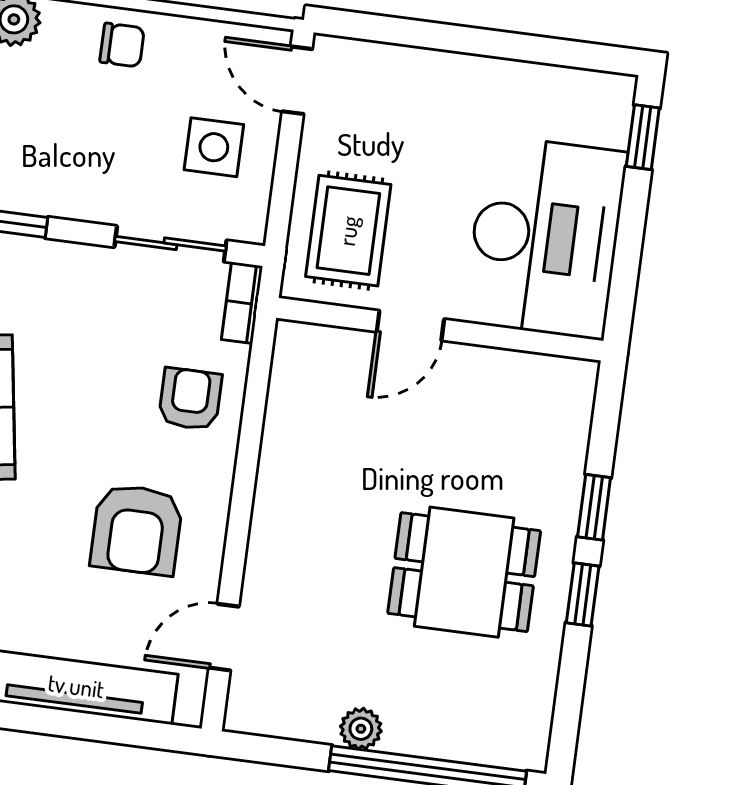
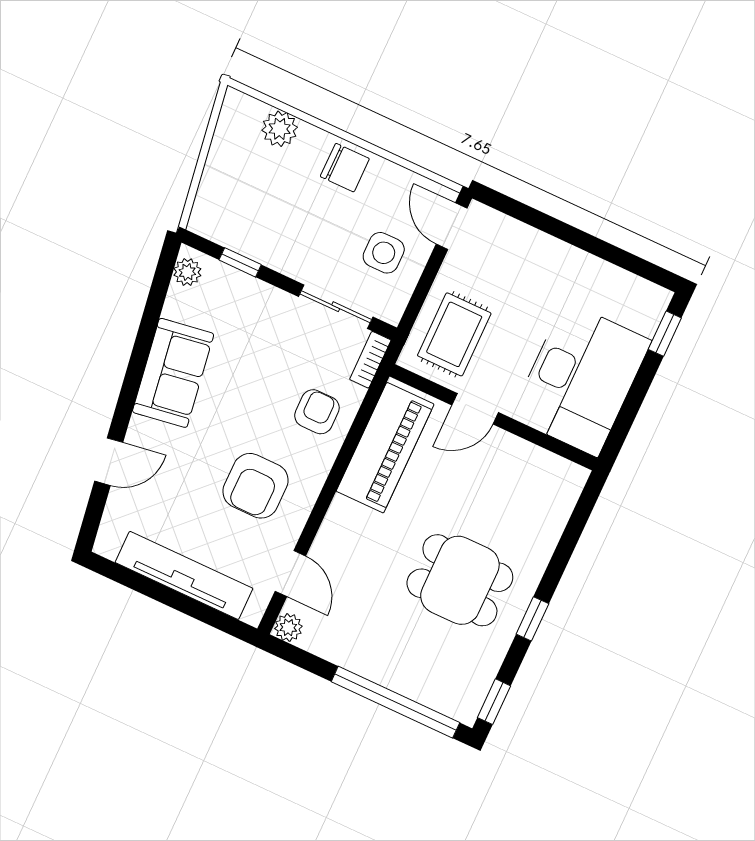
chair: (122, 45) -> (345, 168), width x1.37, depth x1.37
piano: (301, 419) -> (385, 448), added
window: (594, 507) -> (494, 702), moved
door: (224, 637) -> (290, 574), swing flipped
plant: (361, 729) -> (288, 627), moved

